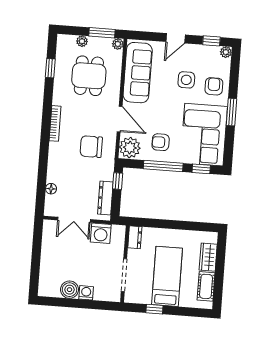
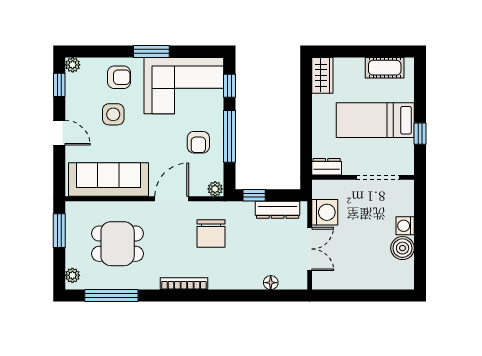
plant: (82, 41) -> (72, 275), moved
plant: (118, 44) -> (73, 209), removed
window: (50, 68) -> (111, 296), width x2.17
armchair: (214, 86) -> (119, 77), turned 180
plant: (130, 148) -> (215, 189), width x0.53, depth x0.53
wardrobe: (208, 257) -> (322, 75), moved, turned -90

